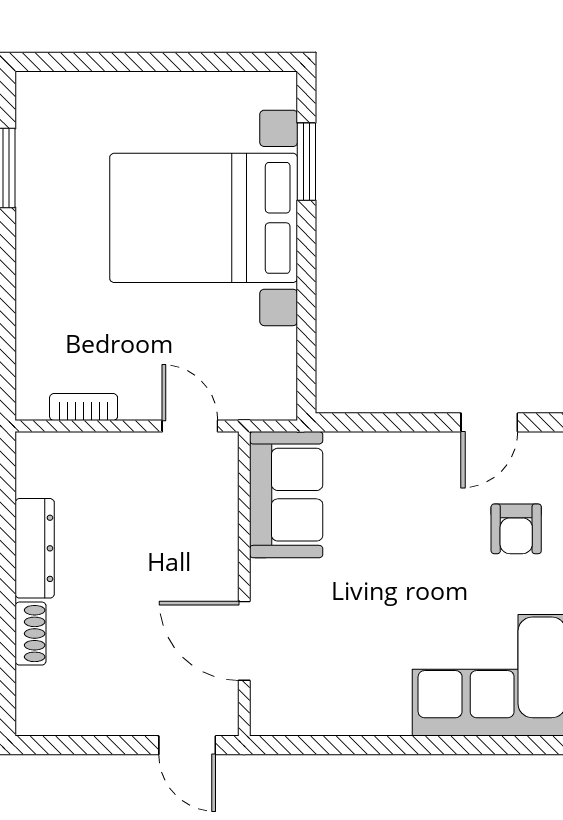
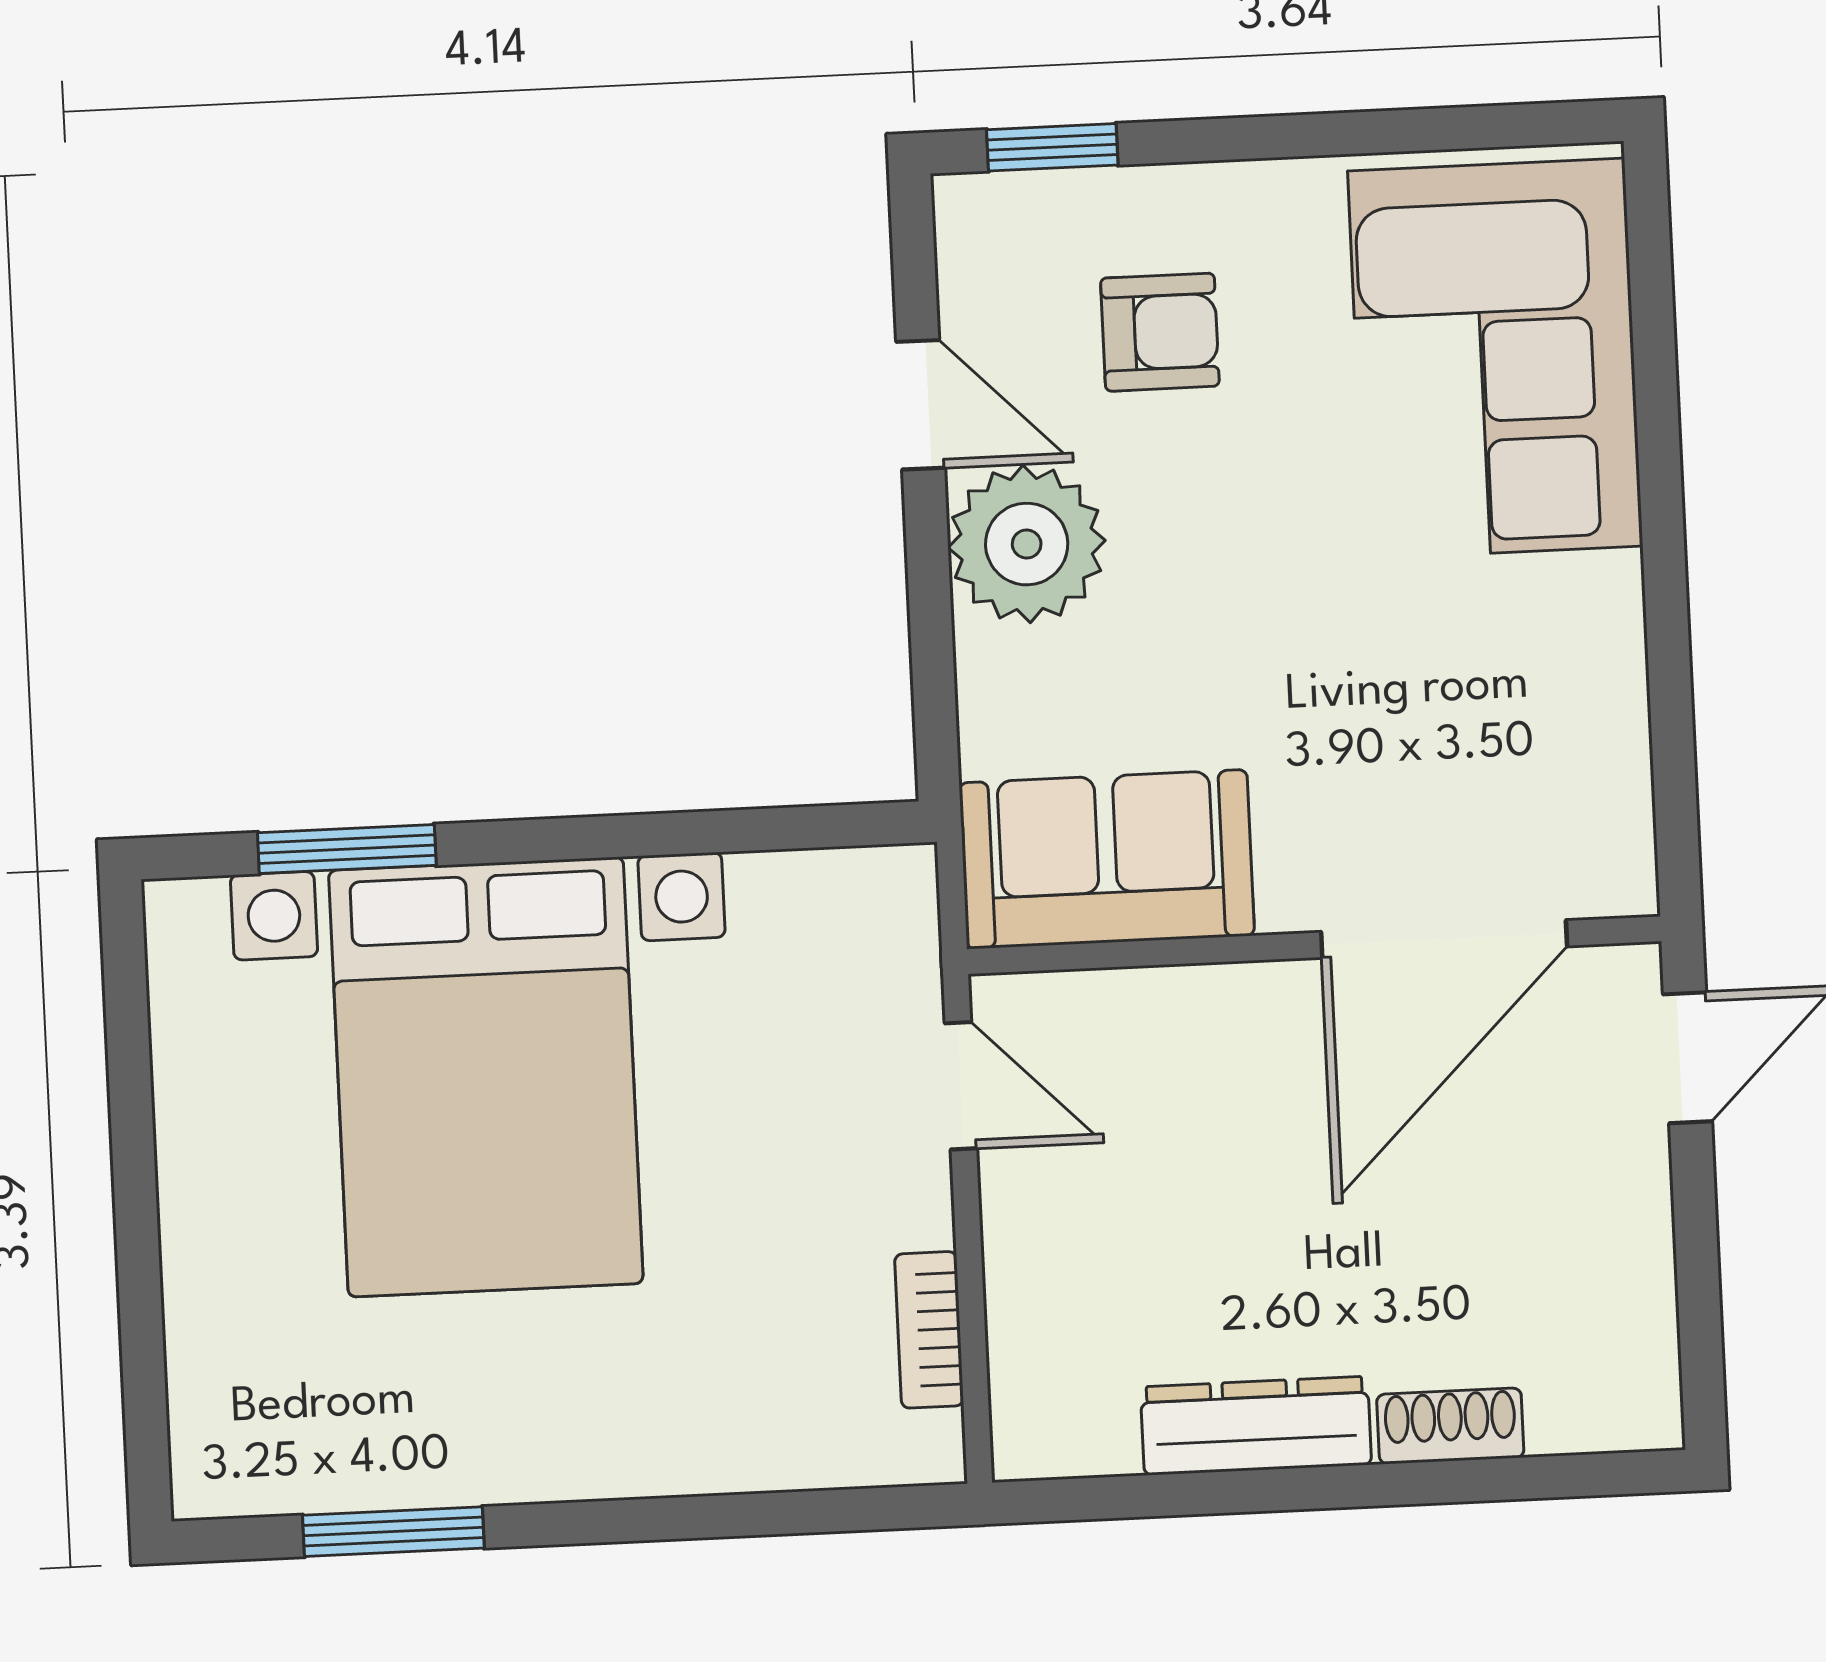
door: (190, 426) -> (961, 1086), swing flipped
plant: (426, 466) -> (1027, 544), added
door: (244, 641) -> (1444, 939), width x1.36

